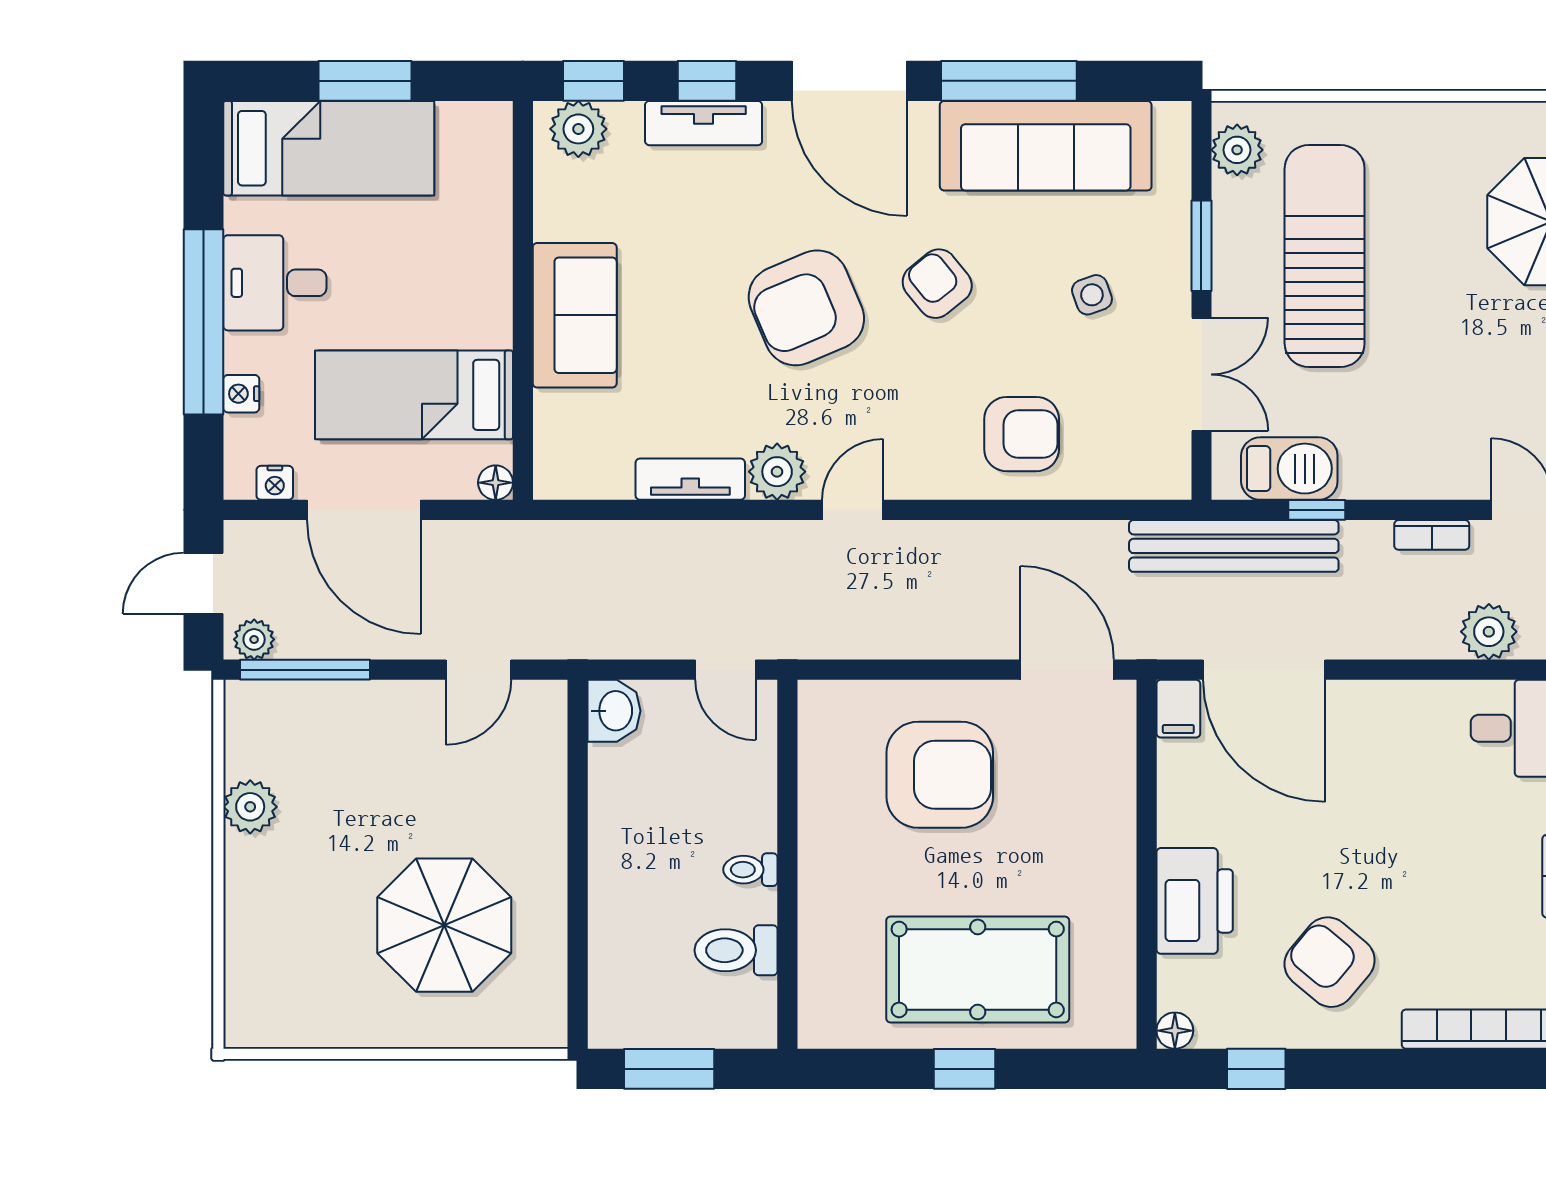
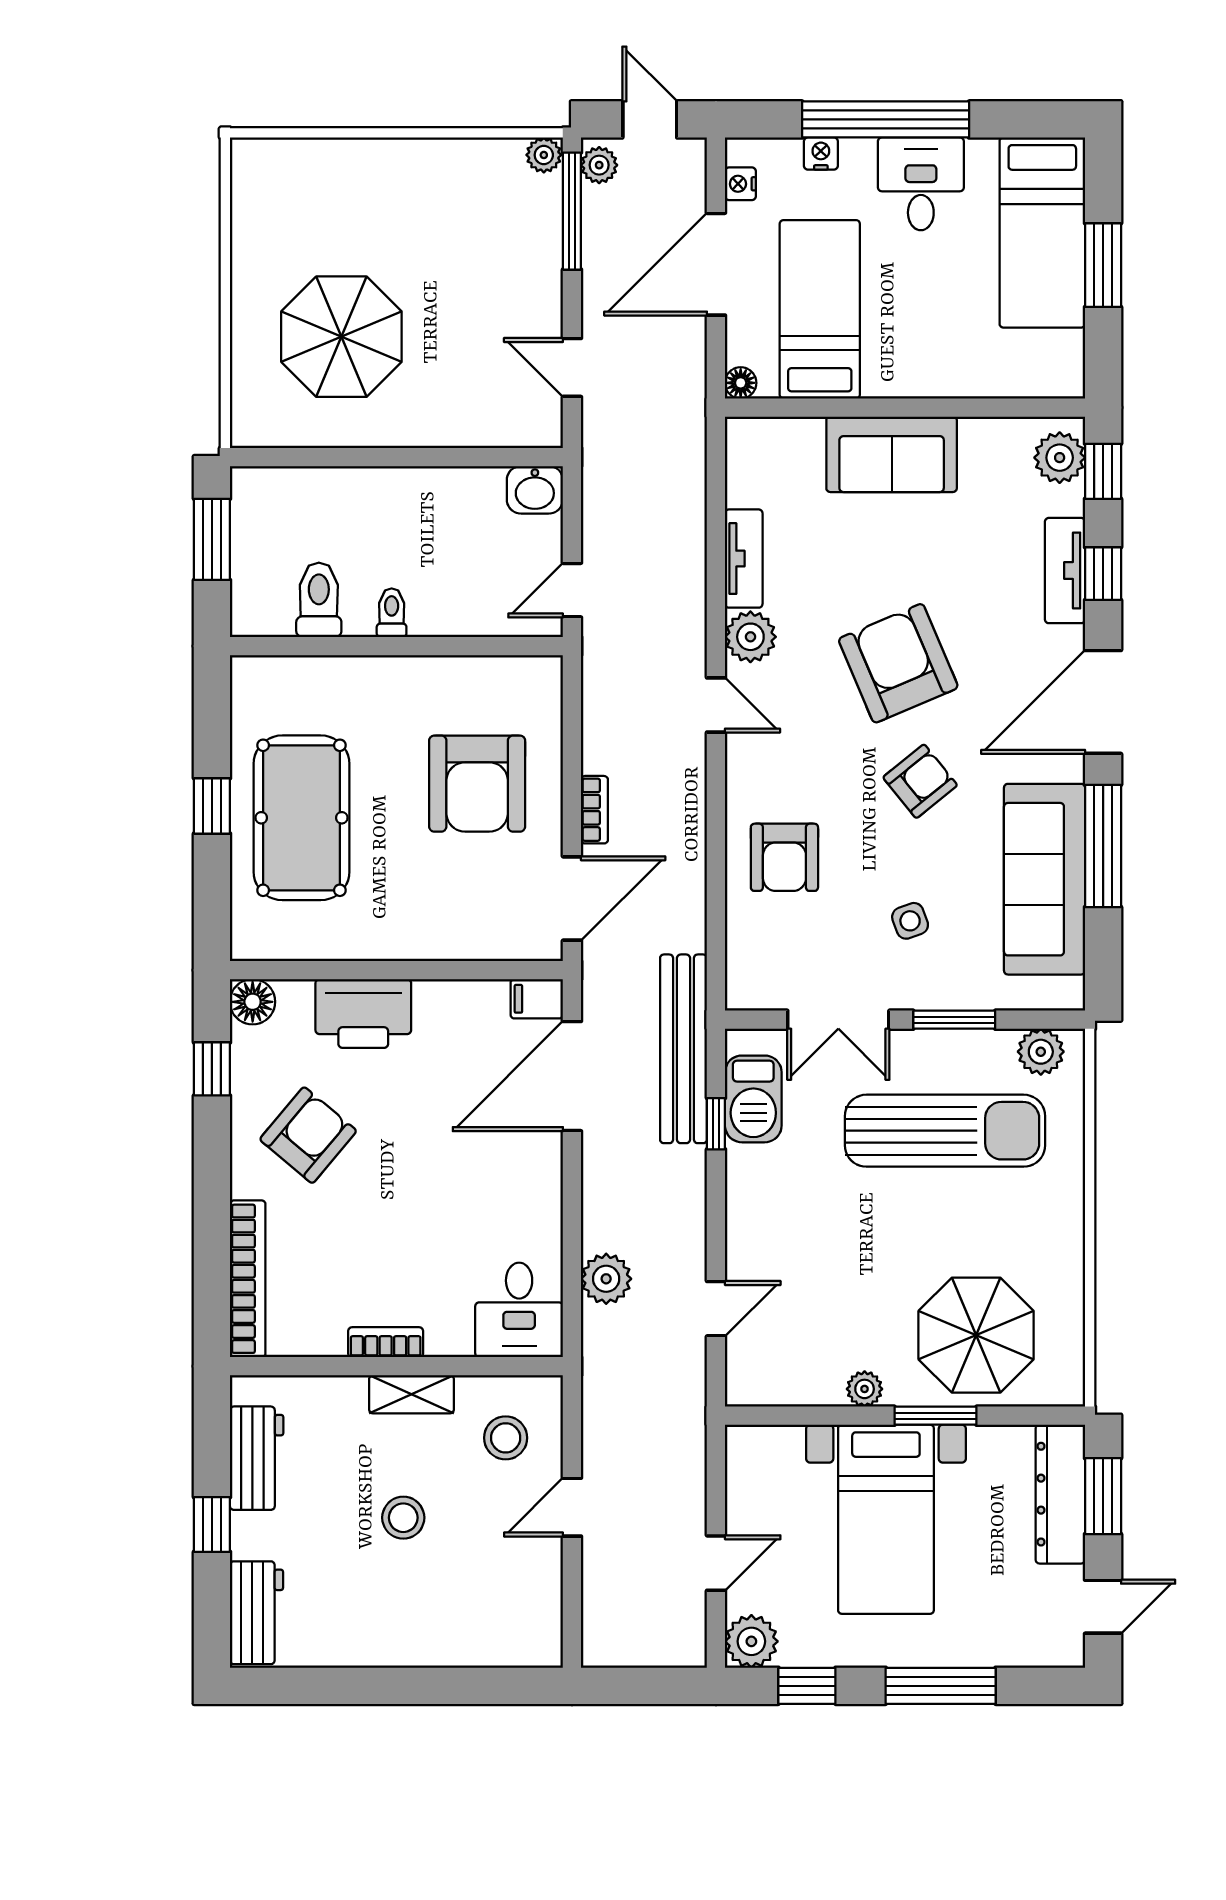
bookcase: (1432, 535) -> (594, 810), moved, turned 180
plant: (250, 807) -> (544, 155), moved, width x0.73, depth x0.73
floor lamp: (1175, 1031) -> (253, 1002), width x1.37, depth x1.37

